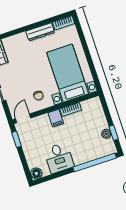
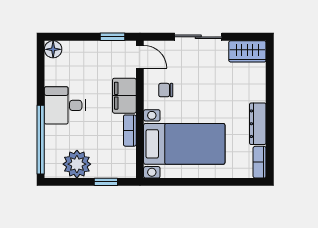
filing cabinet: (56, 118) -> (124, 96), width x2.00
window: (114, 133) -> (106, 182), moved
plant: (106, 134) -> (77, 164), width x1.88, depth x1.88
desk: (59, 158) -> (65, 105), moved

